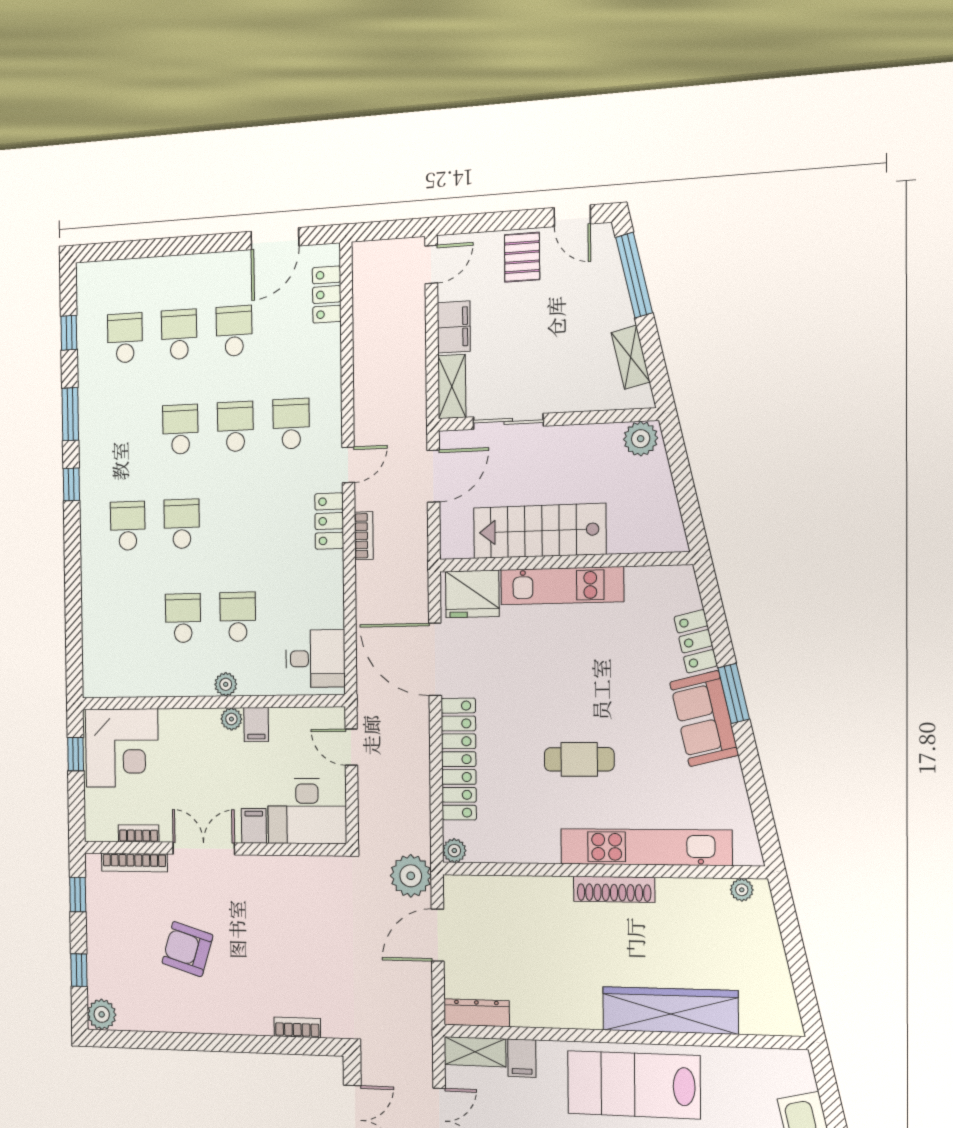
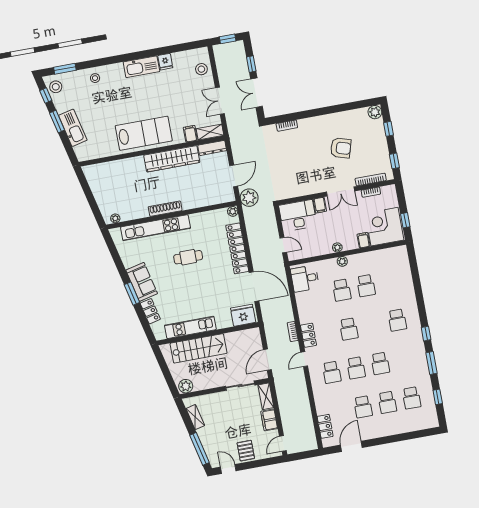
school desk: (182, 524) -> (349, 329), moved
stairs: (539, 531) -> (198, 348), moved
kitchen unit: (562, 586) -> (190, 327), moved
filing cabinet: (256, 725) -> (364, 240), moved
wardrobe: (670, 1010) -> (172, 159), moved

